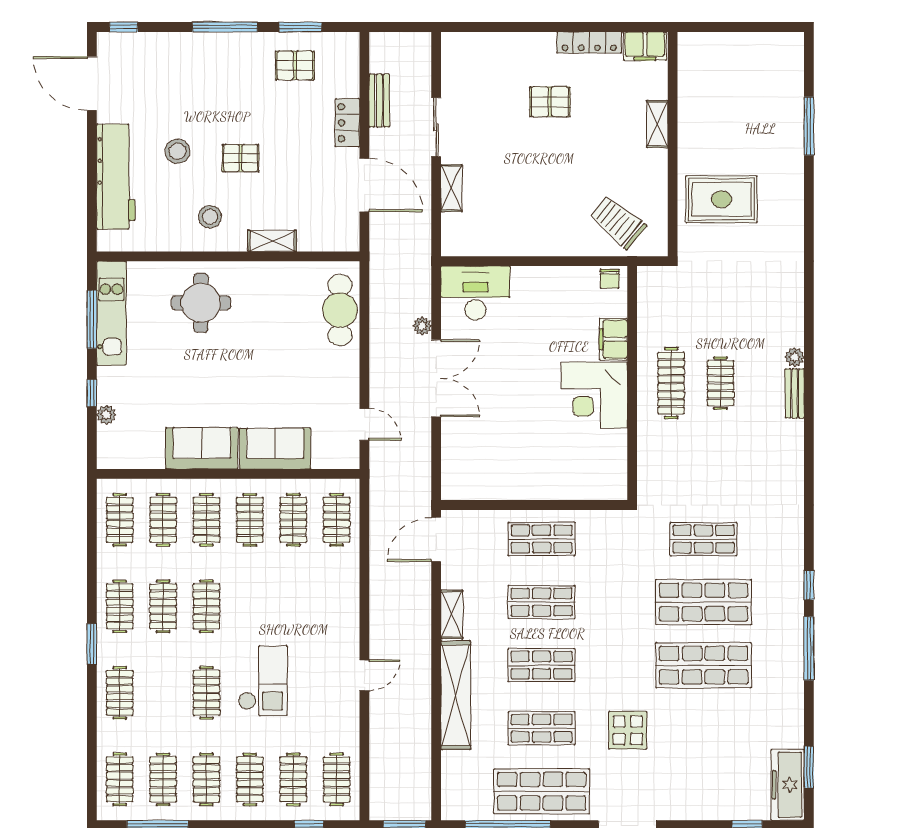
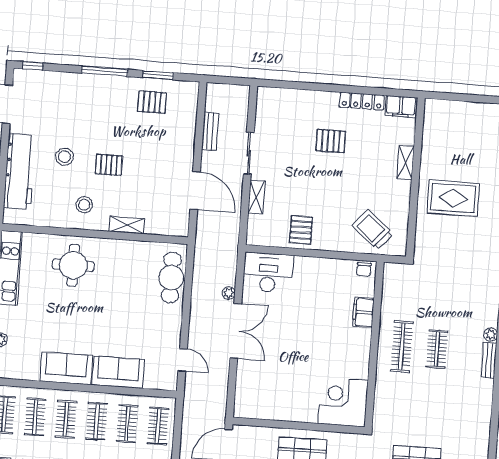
locker: (347, 123) -> (186, 145), removed
rug: (721, 199) -> (453, 198), moved
pallet: (517, 230) -> (301, 230), added
corner desk: (594, 395) -> (343, 402), moved, turned 90

